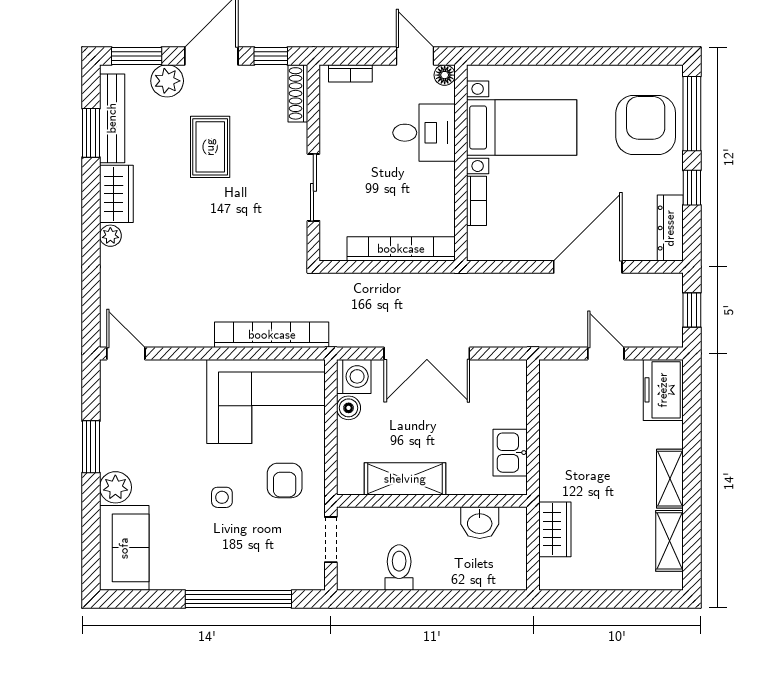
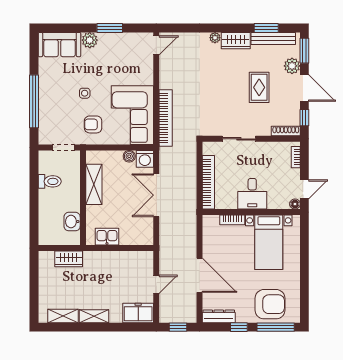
desk: (424, 133) -> (252, 194), moved
rug: (210, 147) -> (259, 87), turned 90

